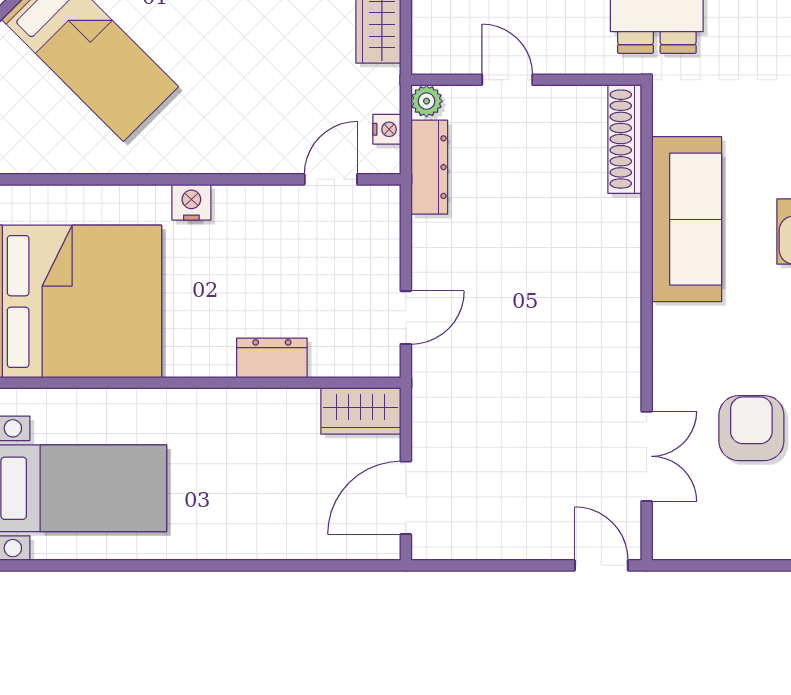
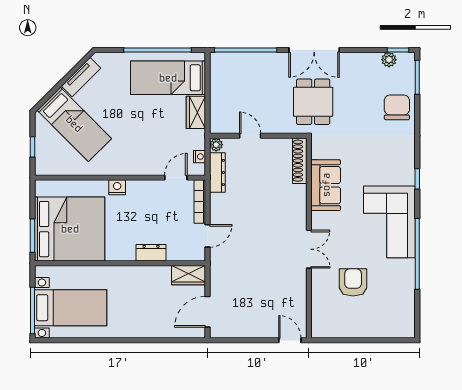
sofa: (687, 219) -> (326, 185), width x0.73
bookcase: (388, 236) -> (200, 202), added
double door: (647, 456) -> (309, 249), moved

